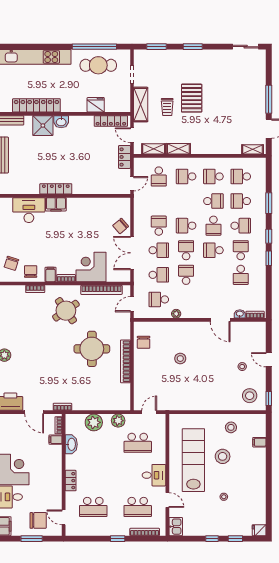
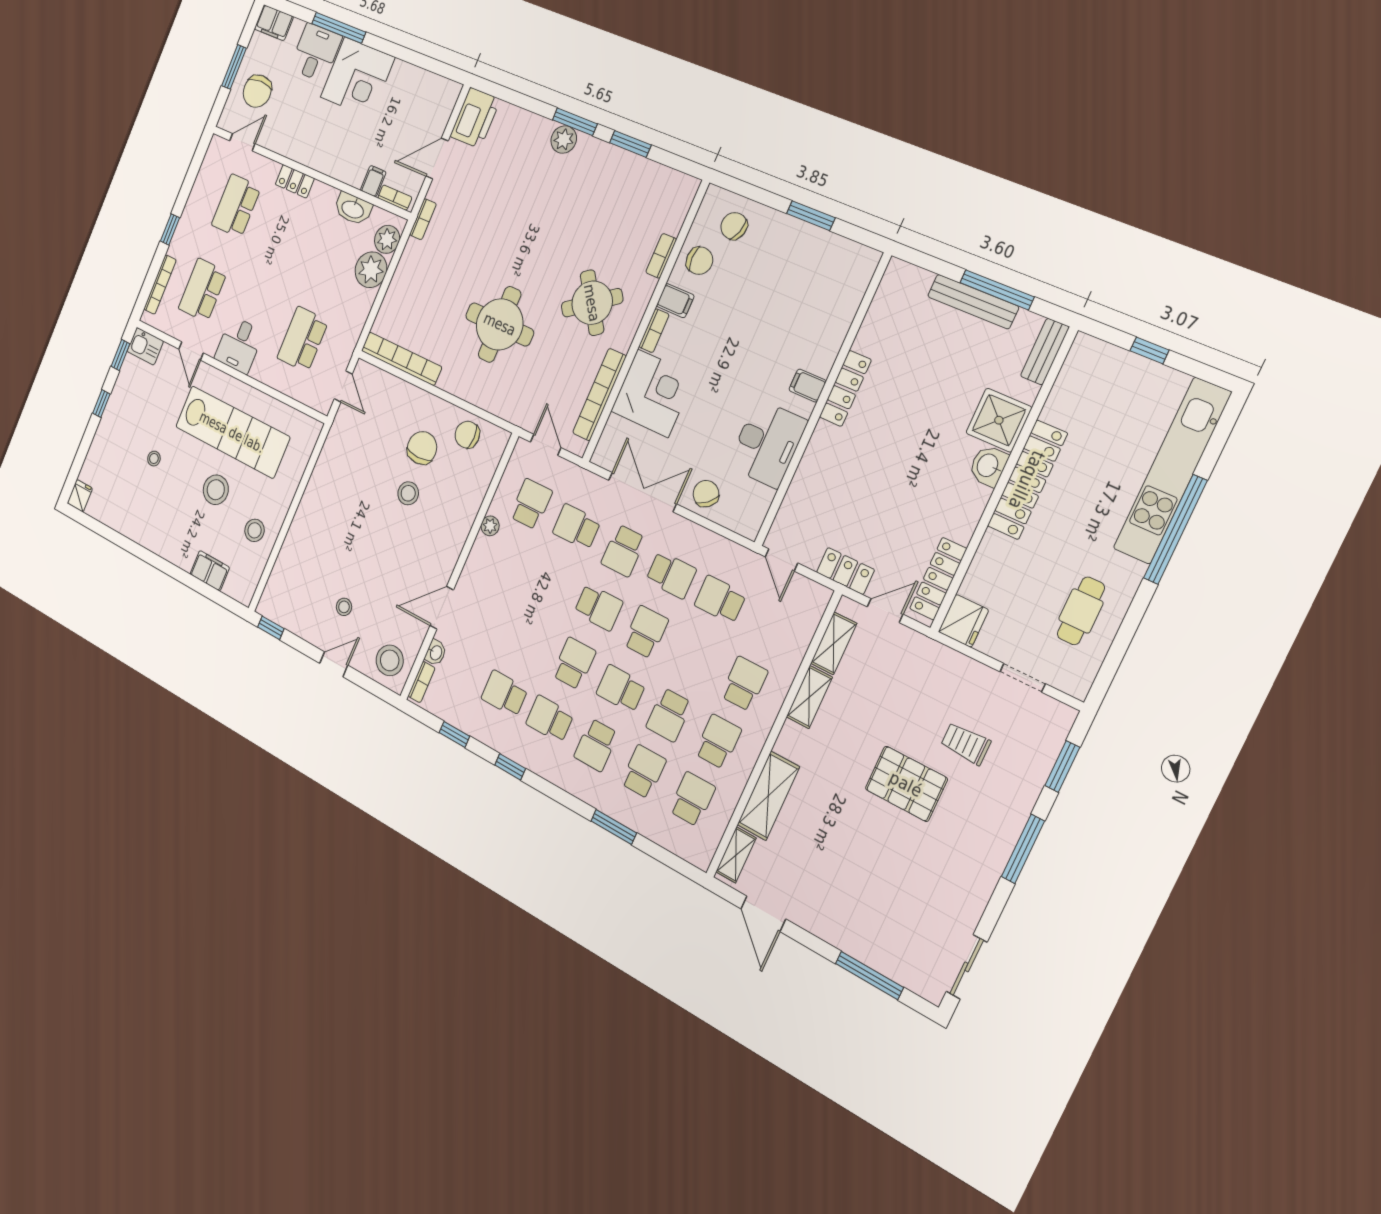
window: (94, 47) -> (1175, 529), moved
window: (193, 47) -> (1023, 849), width x1.44
cafe table: (98, 65) -> (1081, 611), width x0.73, depth x0.74
window: (269, 99) -> (869, 975), moved
locker: (36, 105) -> (1027, 480), moved
fridge: (96, 105) -> (964, 621), moved
shelving: (141, 105) -> (768, 796), moved, turned 90
trolley: (167, 107) -> (966, 744), moved
school desk: (159, 176) -> (720, 600), moved
filing cabinet: (56, 204) -> (808, 386), width x0.50
desk: (29, 210) -> (767, 444), moved
window: (269, 236) -> (454, 734), moved
school desk: (241, 250) -> (550, 719), turned 180
school desk: (159, 275) -> (577, 527), turned 90
school desk: (186, 275) -> (552, 583), removed
bookcase: (125, 361) -> (401, 359), moved
chair: (158, 361) -> (422, 448), added
stool: (250, 396) -> (390, 660), moved
plant: (118, 421) -> (387, 239), moved
filing cabinet: (259, 442) -> (210, 571), width x2.00
door: (167, 500) -> (191, 351), hinge flipped
window: (235, 539) -> (121, 355), moved

